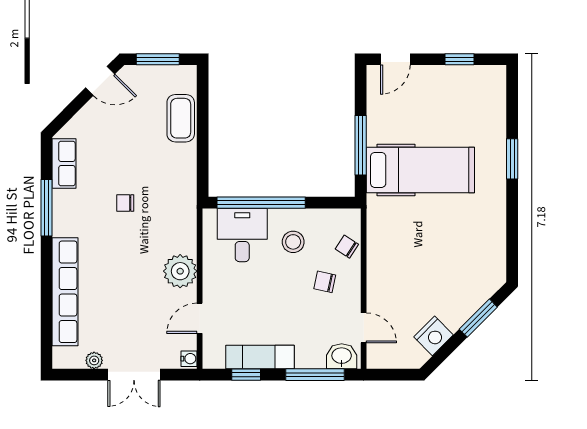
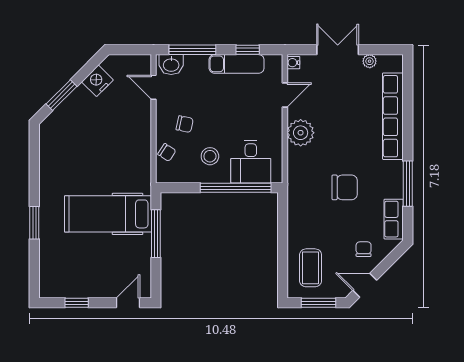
coffee table: (181, 118) -> (311, 268), moved
chair: (102, 126) -> (364, 249), added
chair: (125, 203) -> (345, 187), width x1.87, depth x1.87

